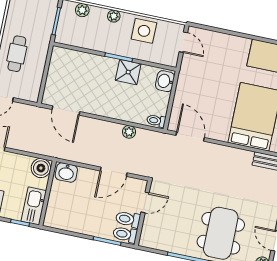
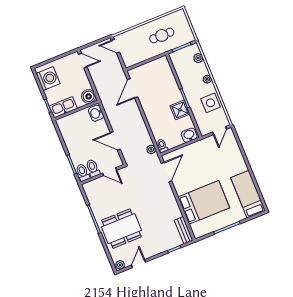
cafe table: (17, 54) -> (162, 35), moved
plant: (129, 132) -> (151, 149), moved

